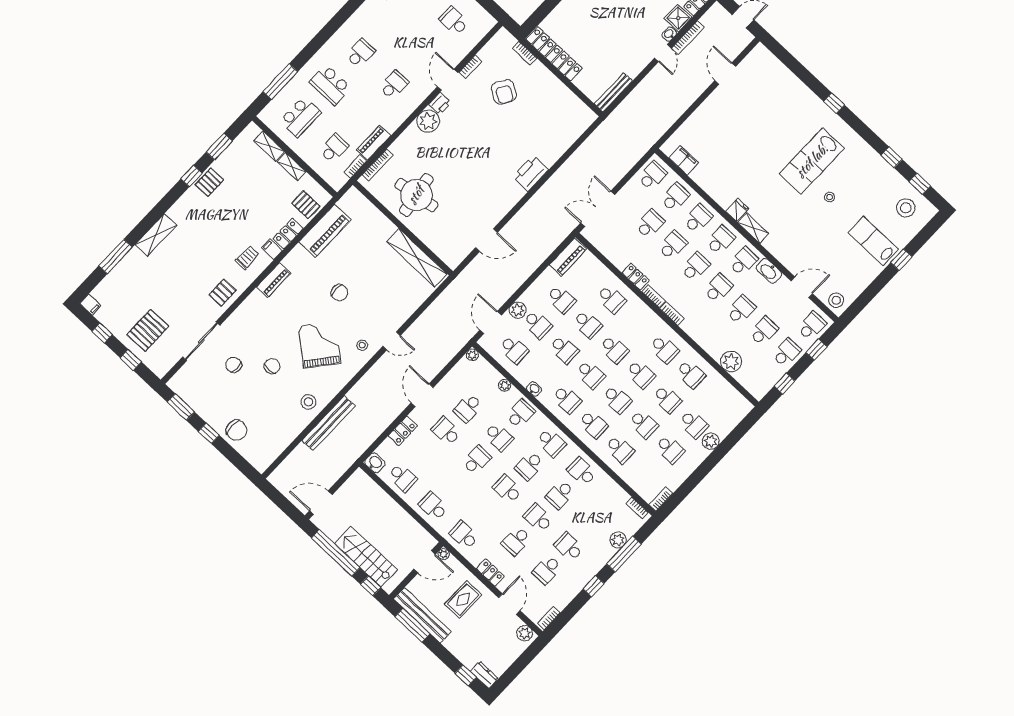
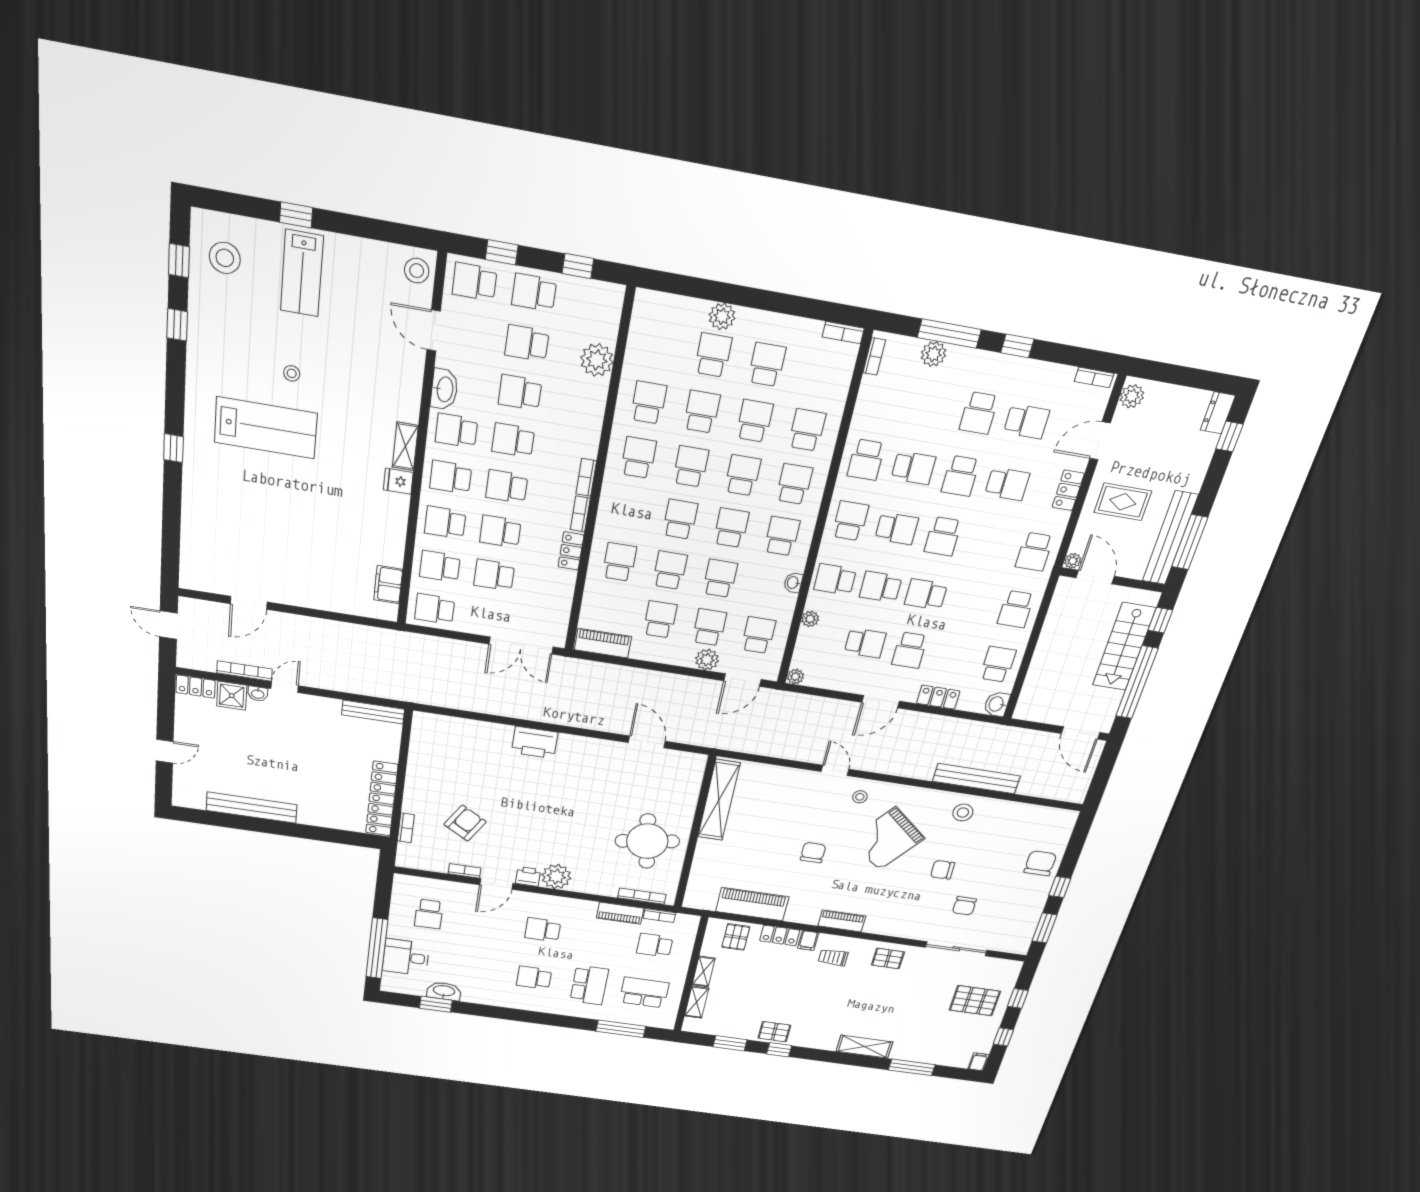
school desk: (499, 437) -> (881, 587), turned -90

